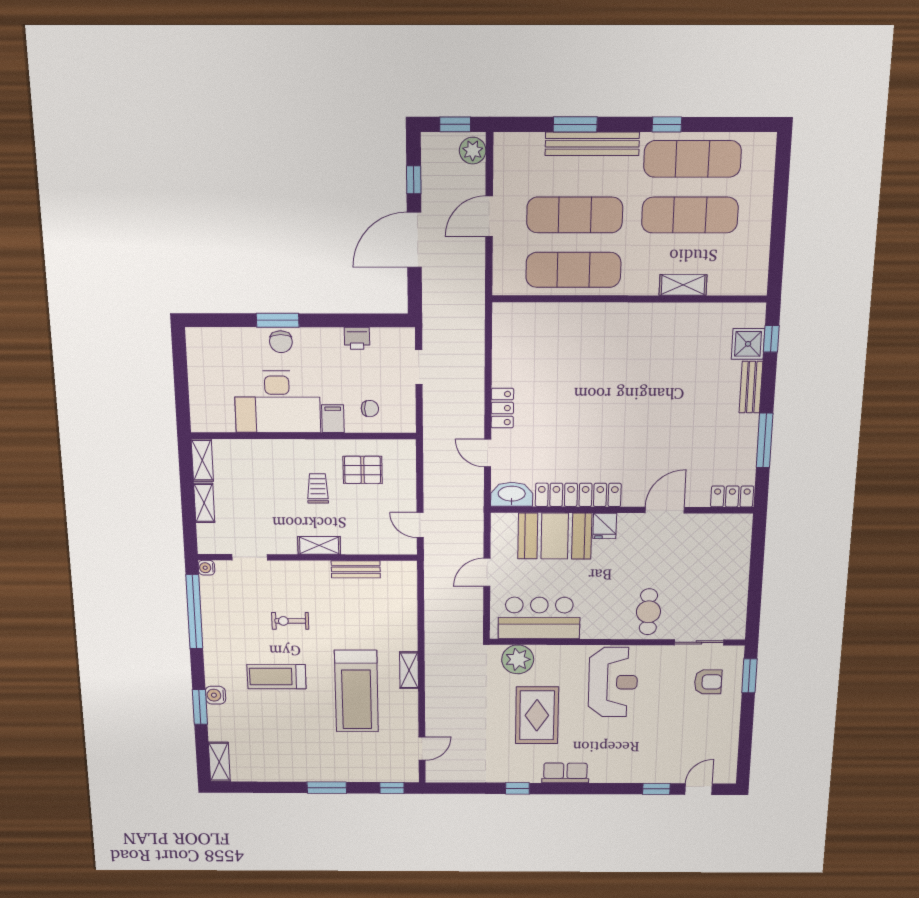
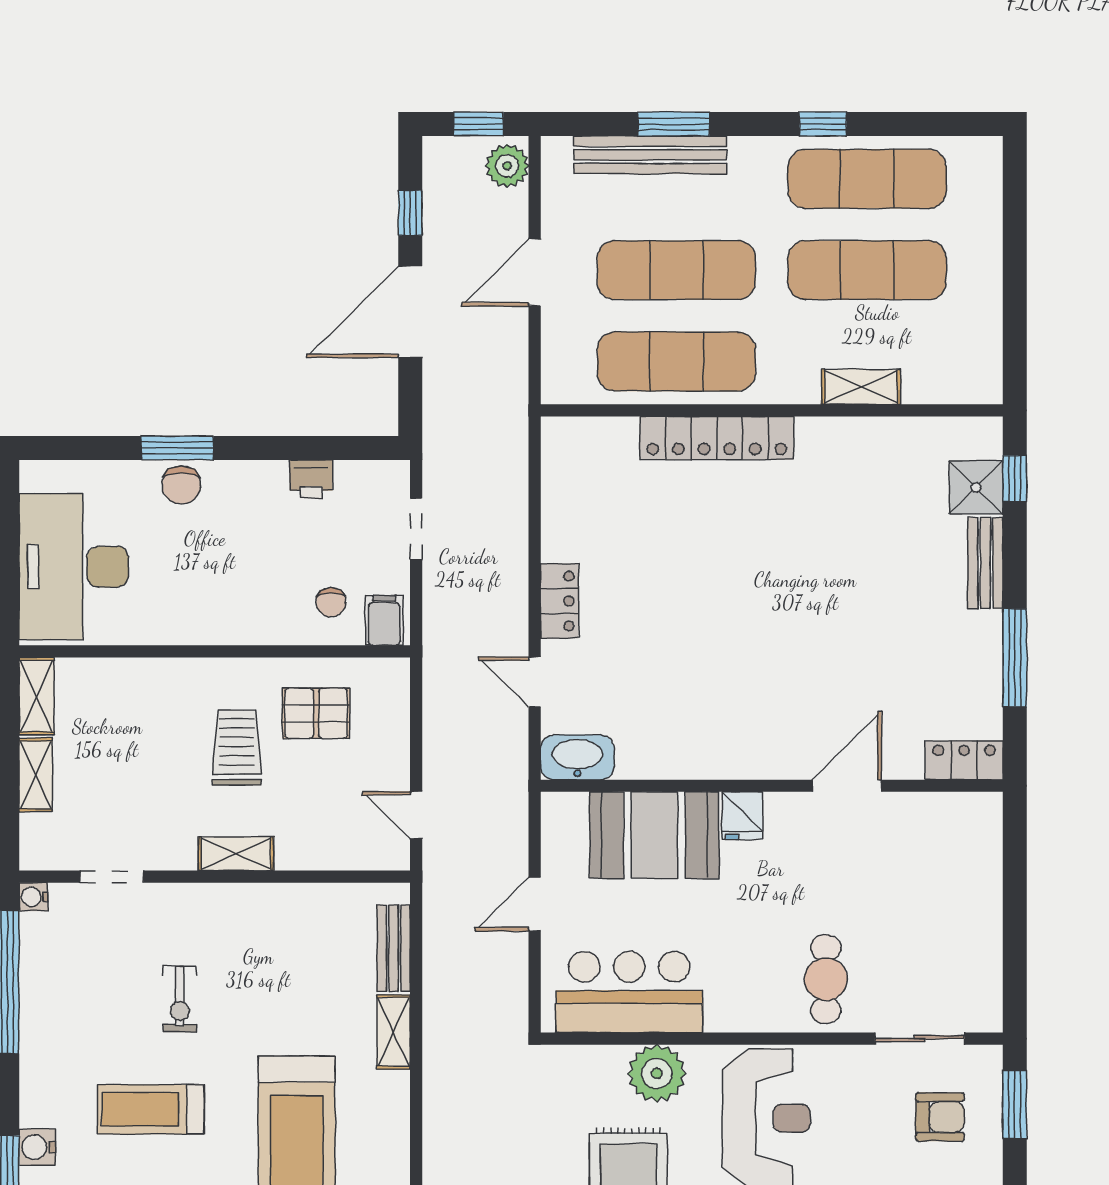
bench: (592, 144) -> (650, 155), moved
desk: (277, 402) -> (74, 567), moved, turned 90
chair: (370, 409) -> (331, 602), turned 90
filing cabinet: (333, 419) -> (384, 620), moved
trolley: (318, 488) -> (237, 747), width x1.36, depth x1.39
locker: (578, 495) -> (717, 438), moved, turned 180
bench: (356, 569) -> (394, 948), moved, turned 90
exercise bike: (290, 621) -> (180, 999), turned -90
plant: (518, 659) -> (657, 1073), moved
shelving: (409, 670) -> (393, 1032), moved

